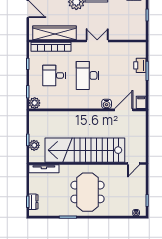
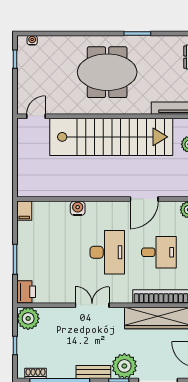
plant: (139, 33) -> (28, 318), added
double door: (97, 41) -> (92, 305), swing flipped
printer: (140, 65) -> (26, 292), moved
door: (124, 110) -> (144, 199), moved
meeting table: (88, 192) -> (107, 72), turned 90

